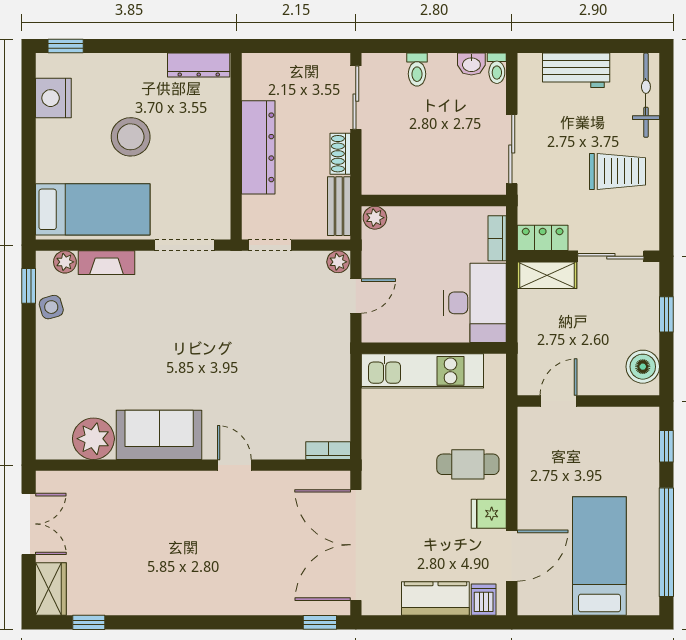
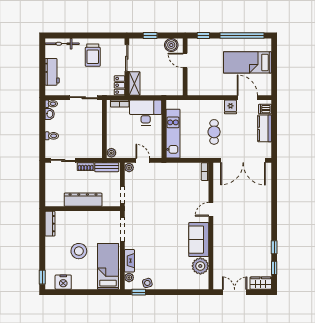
trolley: (618, 171) -> (93, 55), turned 180
door: (559, 401) -> (185, 60), moved
cafe table: (468, 464) -> (214, 132), moved
window: (320, 622) -> (274, 247), moved

